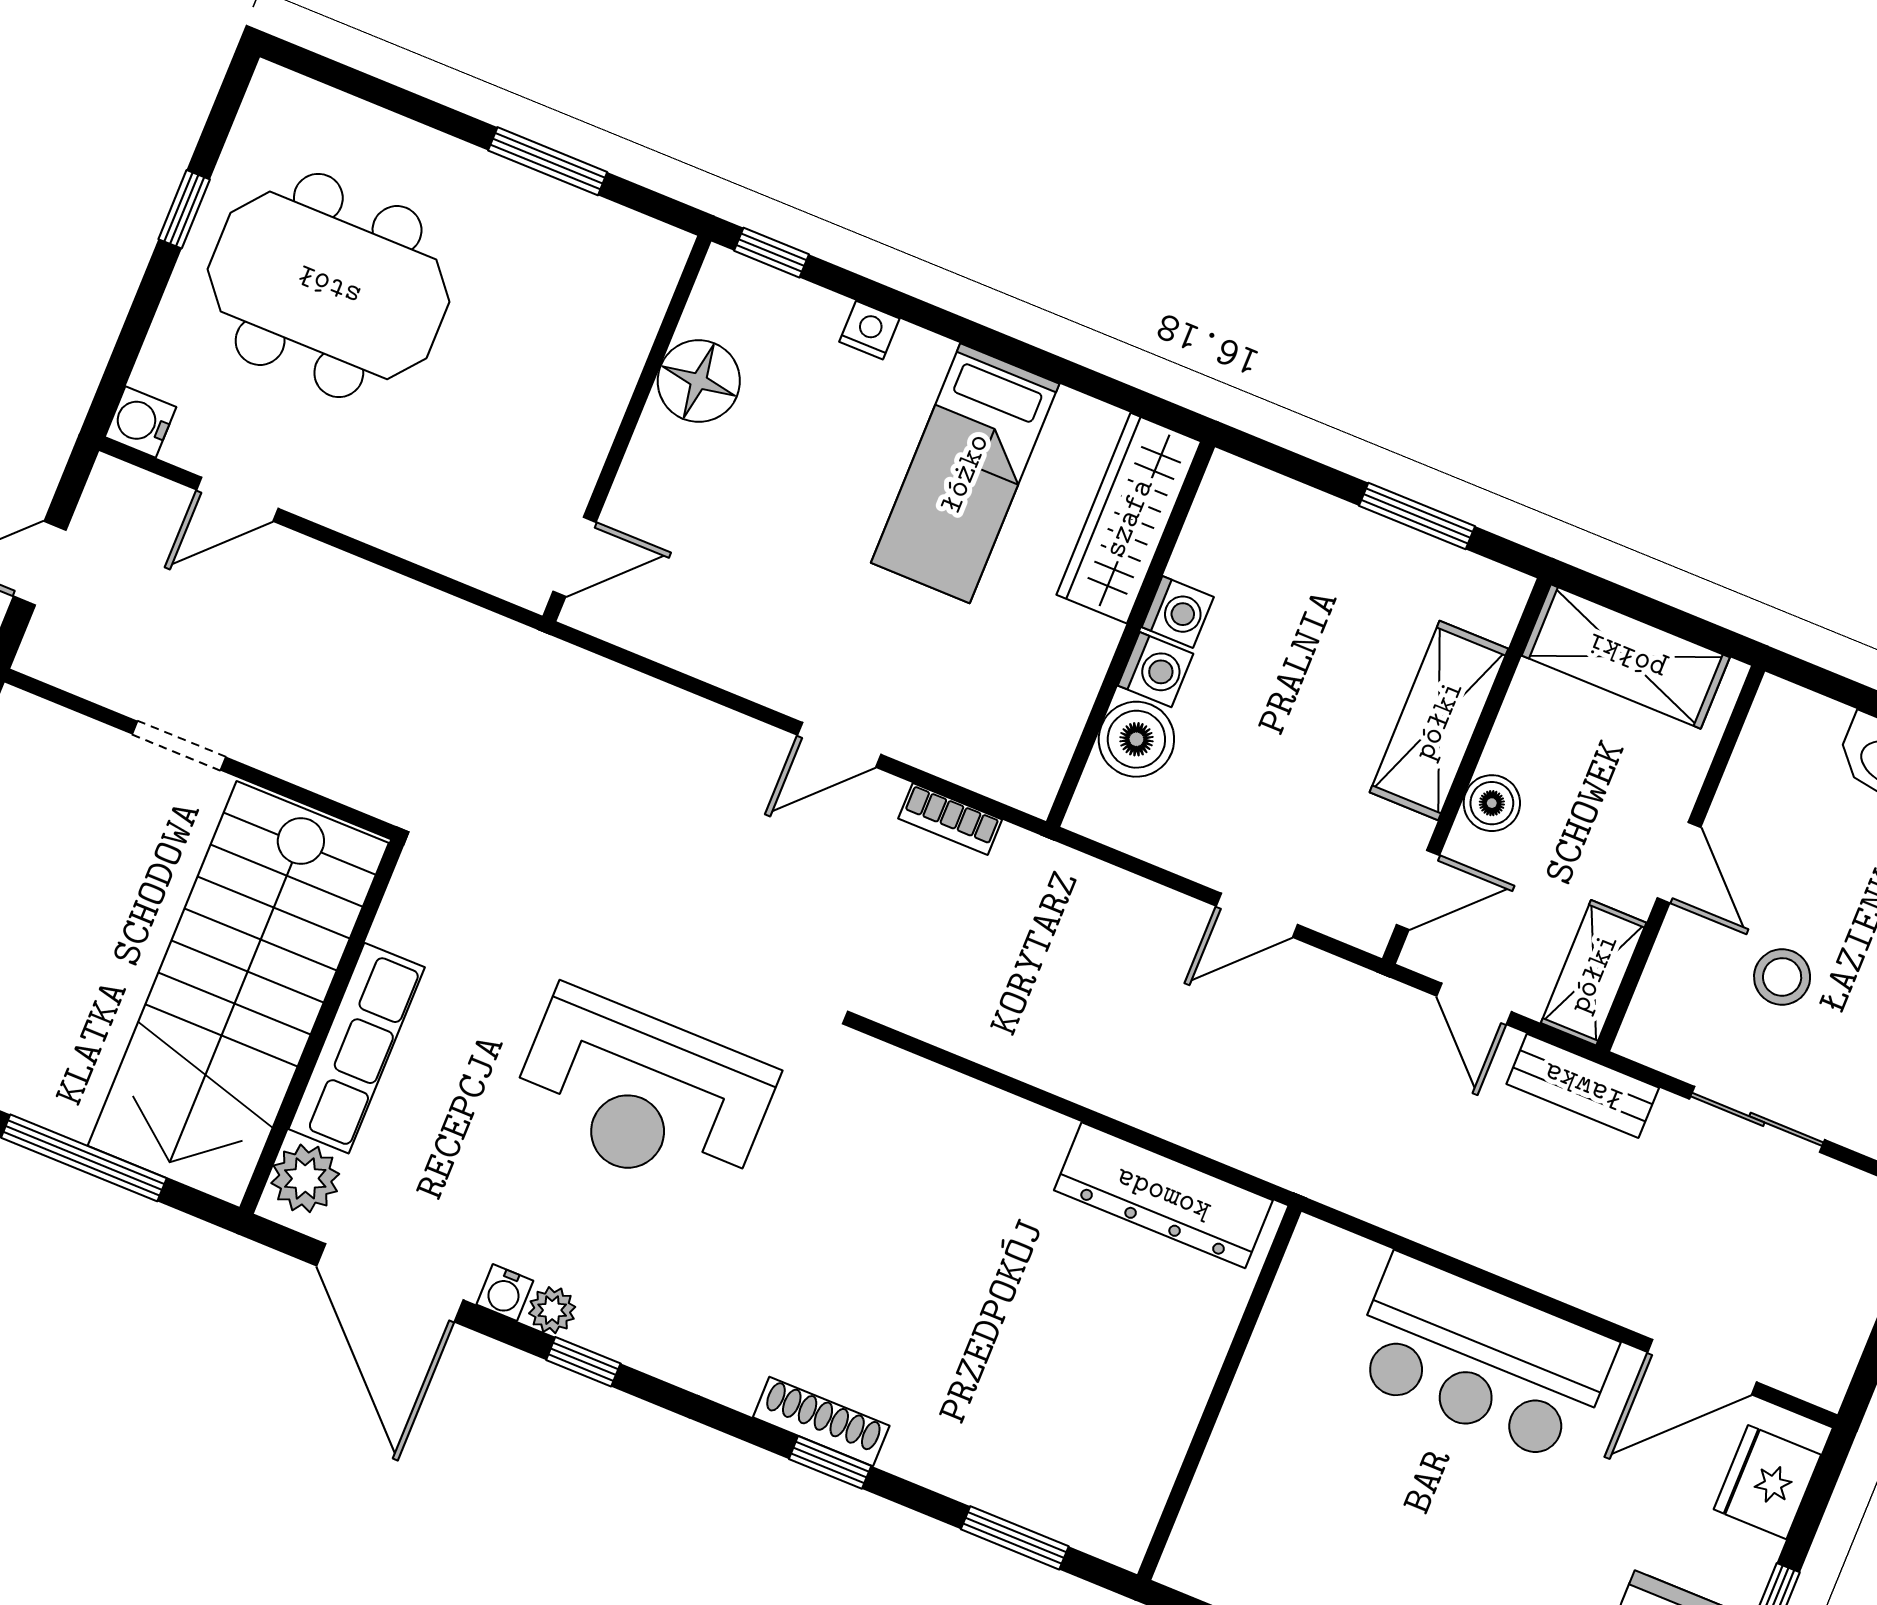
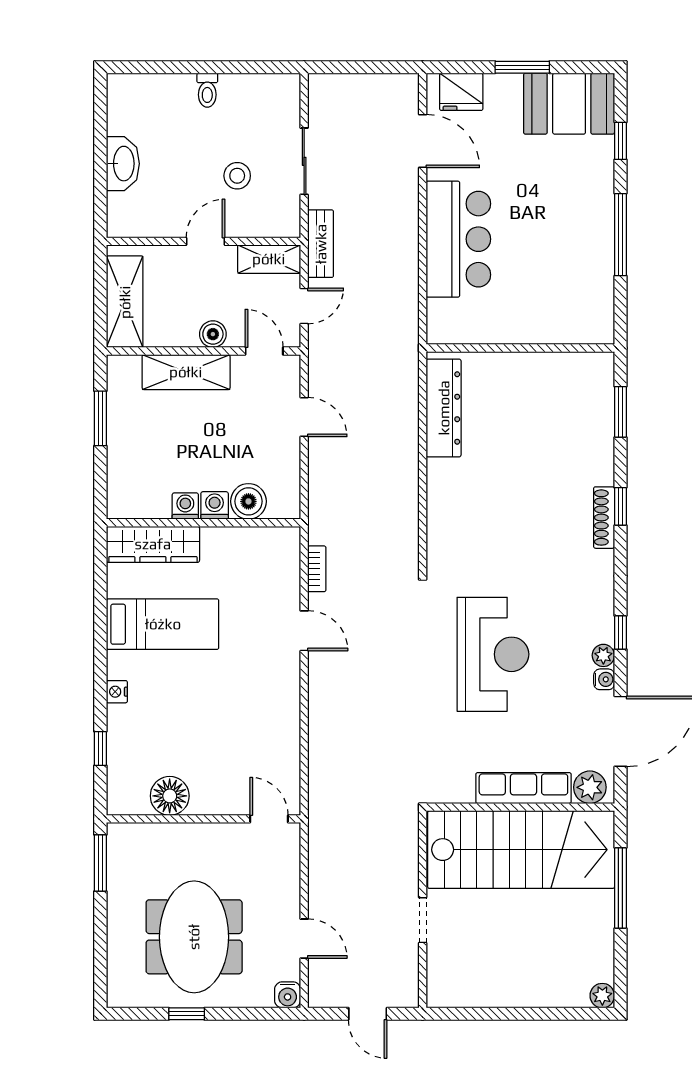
floor lamp: (699, 381) -> (170, 796), moved
wall: (627, 429) -> (203, 819), moved
door: (575, 557) -> (269, 819), moved

